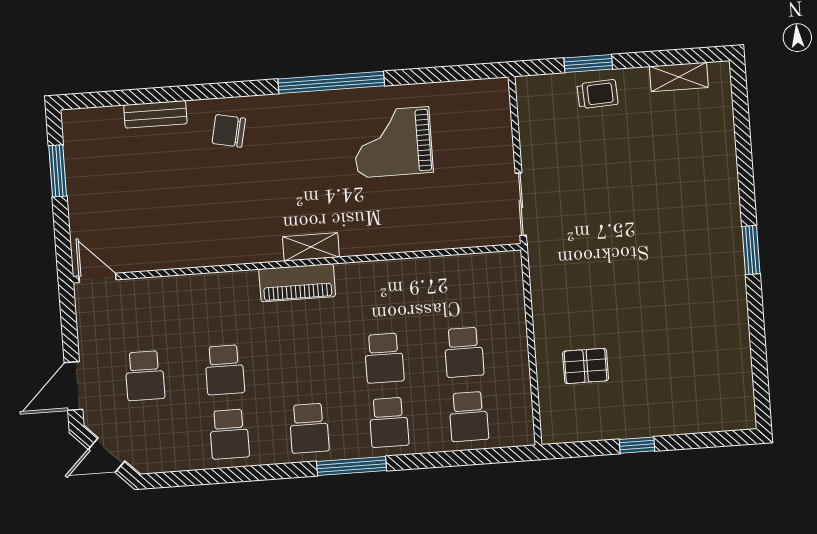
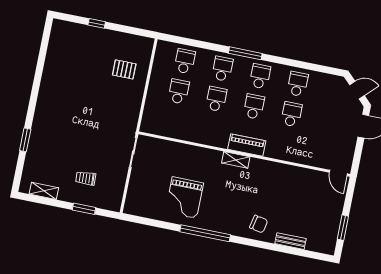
trolley: (597, 94) -> (86, 178), moved
grand piano: (393, 142) -> (184, 198), turned 90
window: (751, 250) -> (25, 140), moved
school desk: (145, 376) -> (254, 107), moved
window: (637, 445) -> (97, 23), moved

